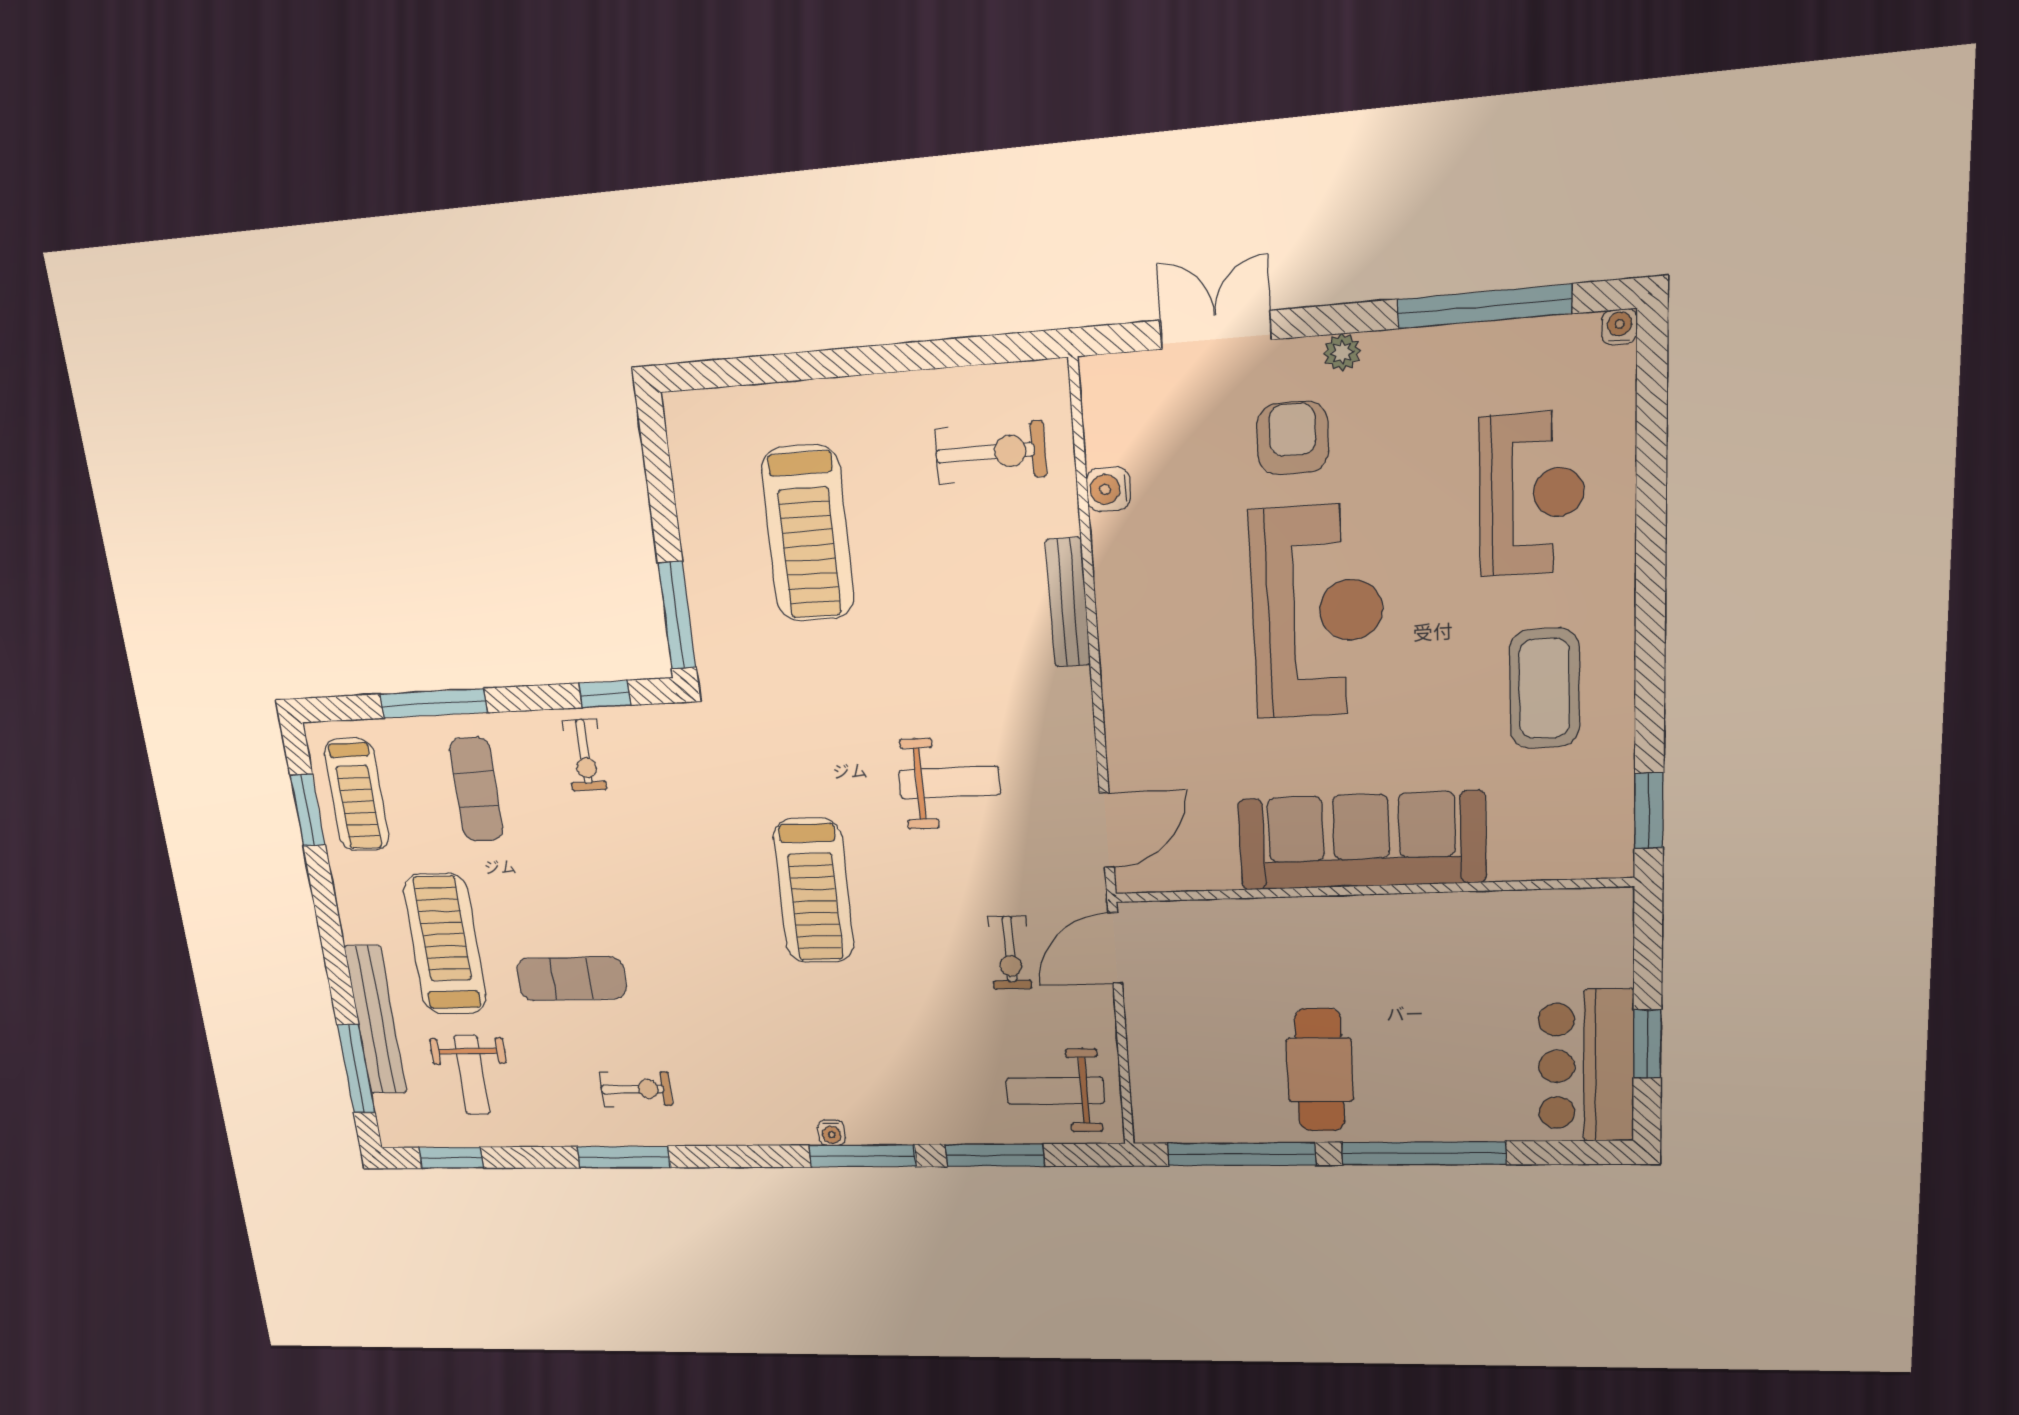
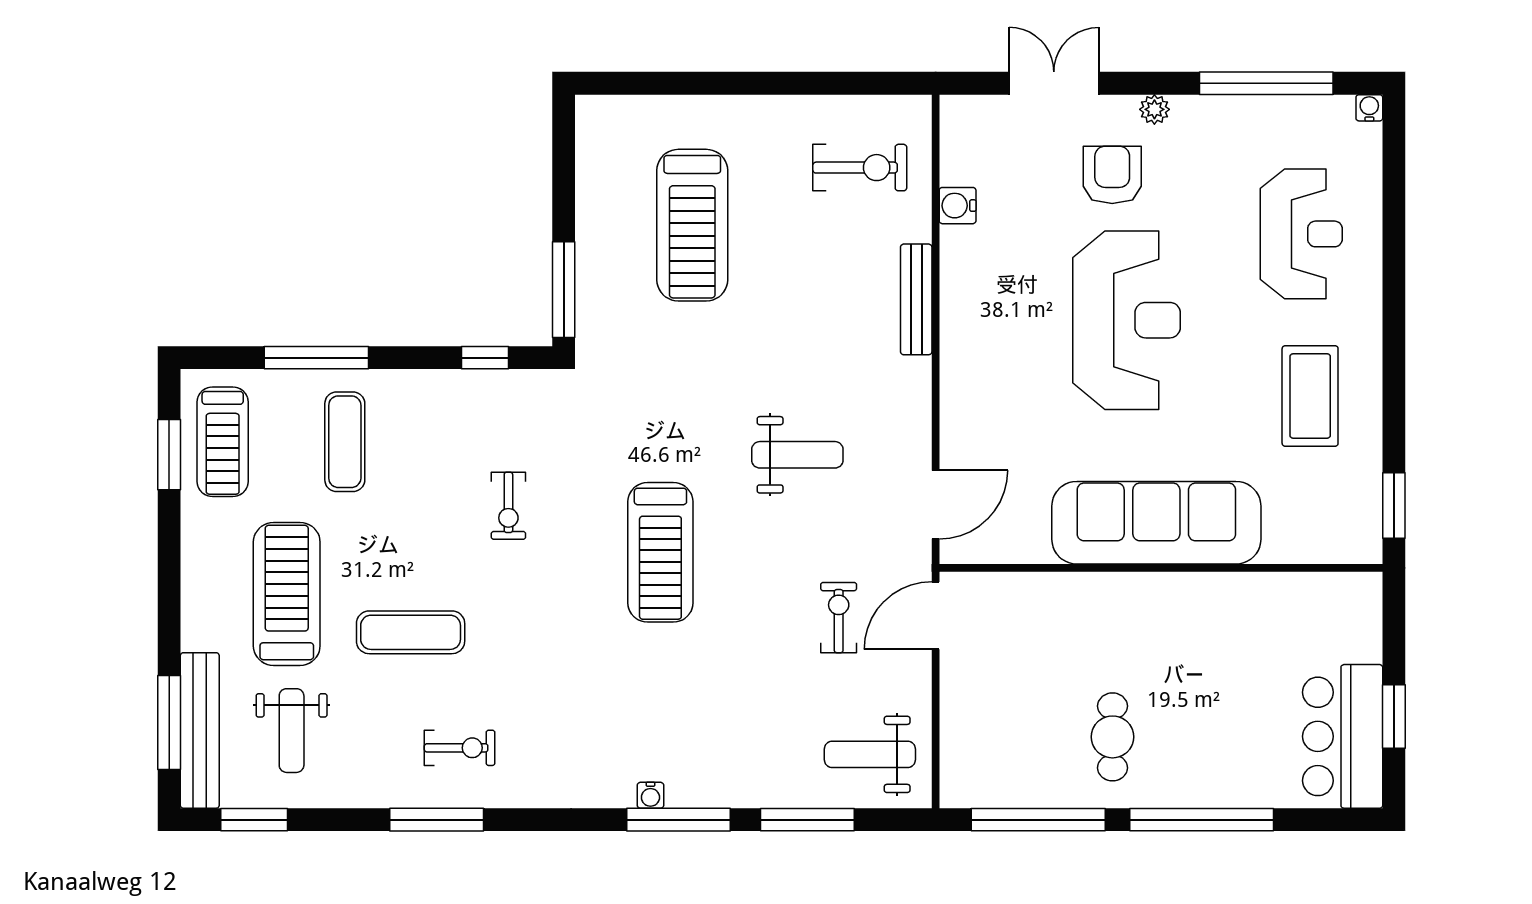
exercise bike: (585, 755) -> (508, 506), moved
exercise bike: (1010, 953) -> (839, 618), turned 180
bench: (376, 1020) -> (200, 730), moved
cafe table: (1320, 1070) -> (1112, 737), width x0.73, depth x0.74

